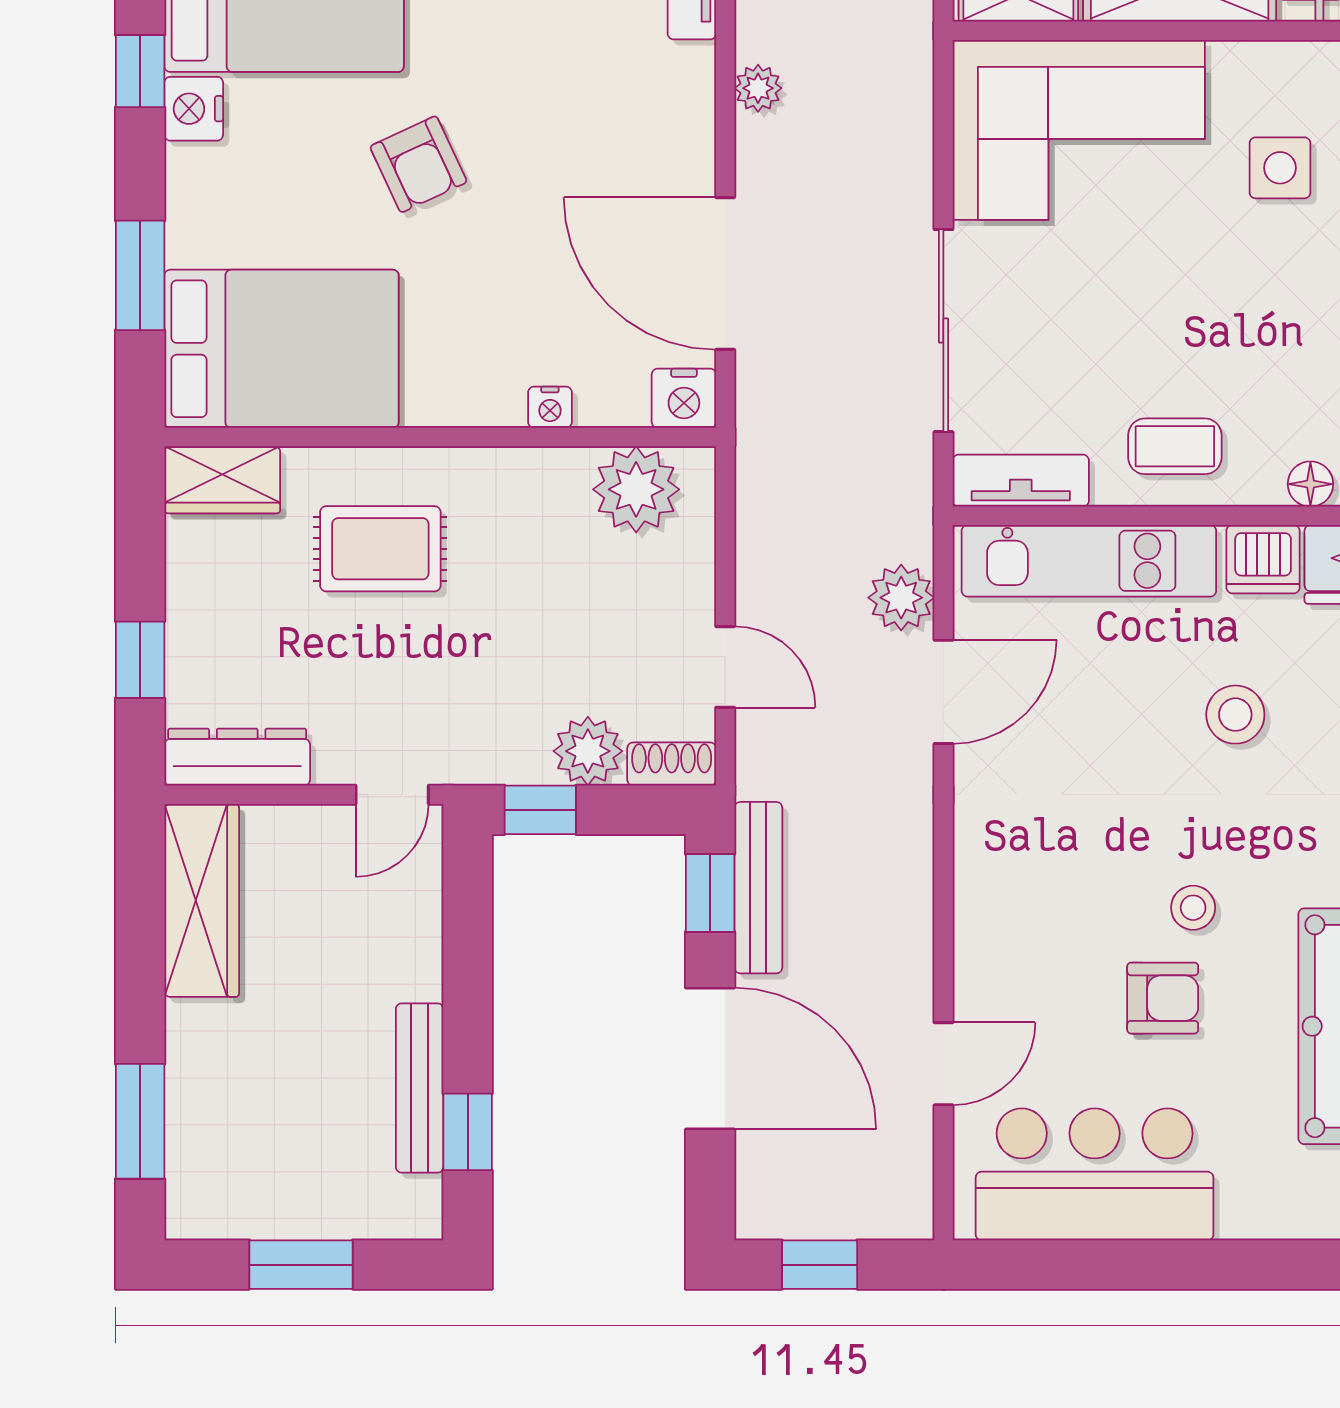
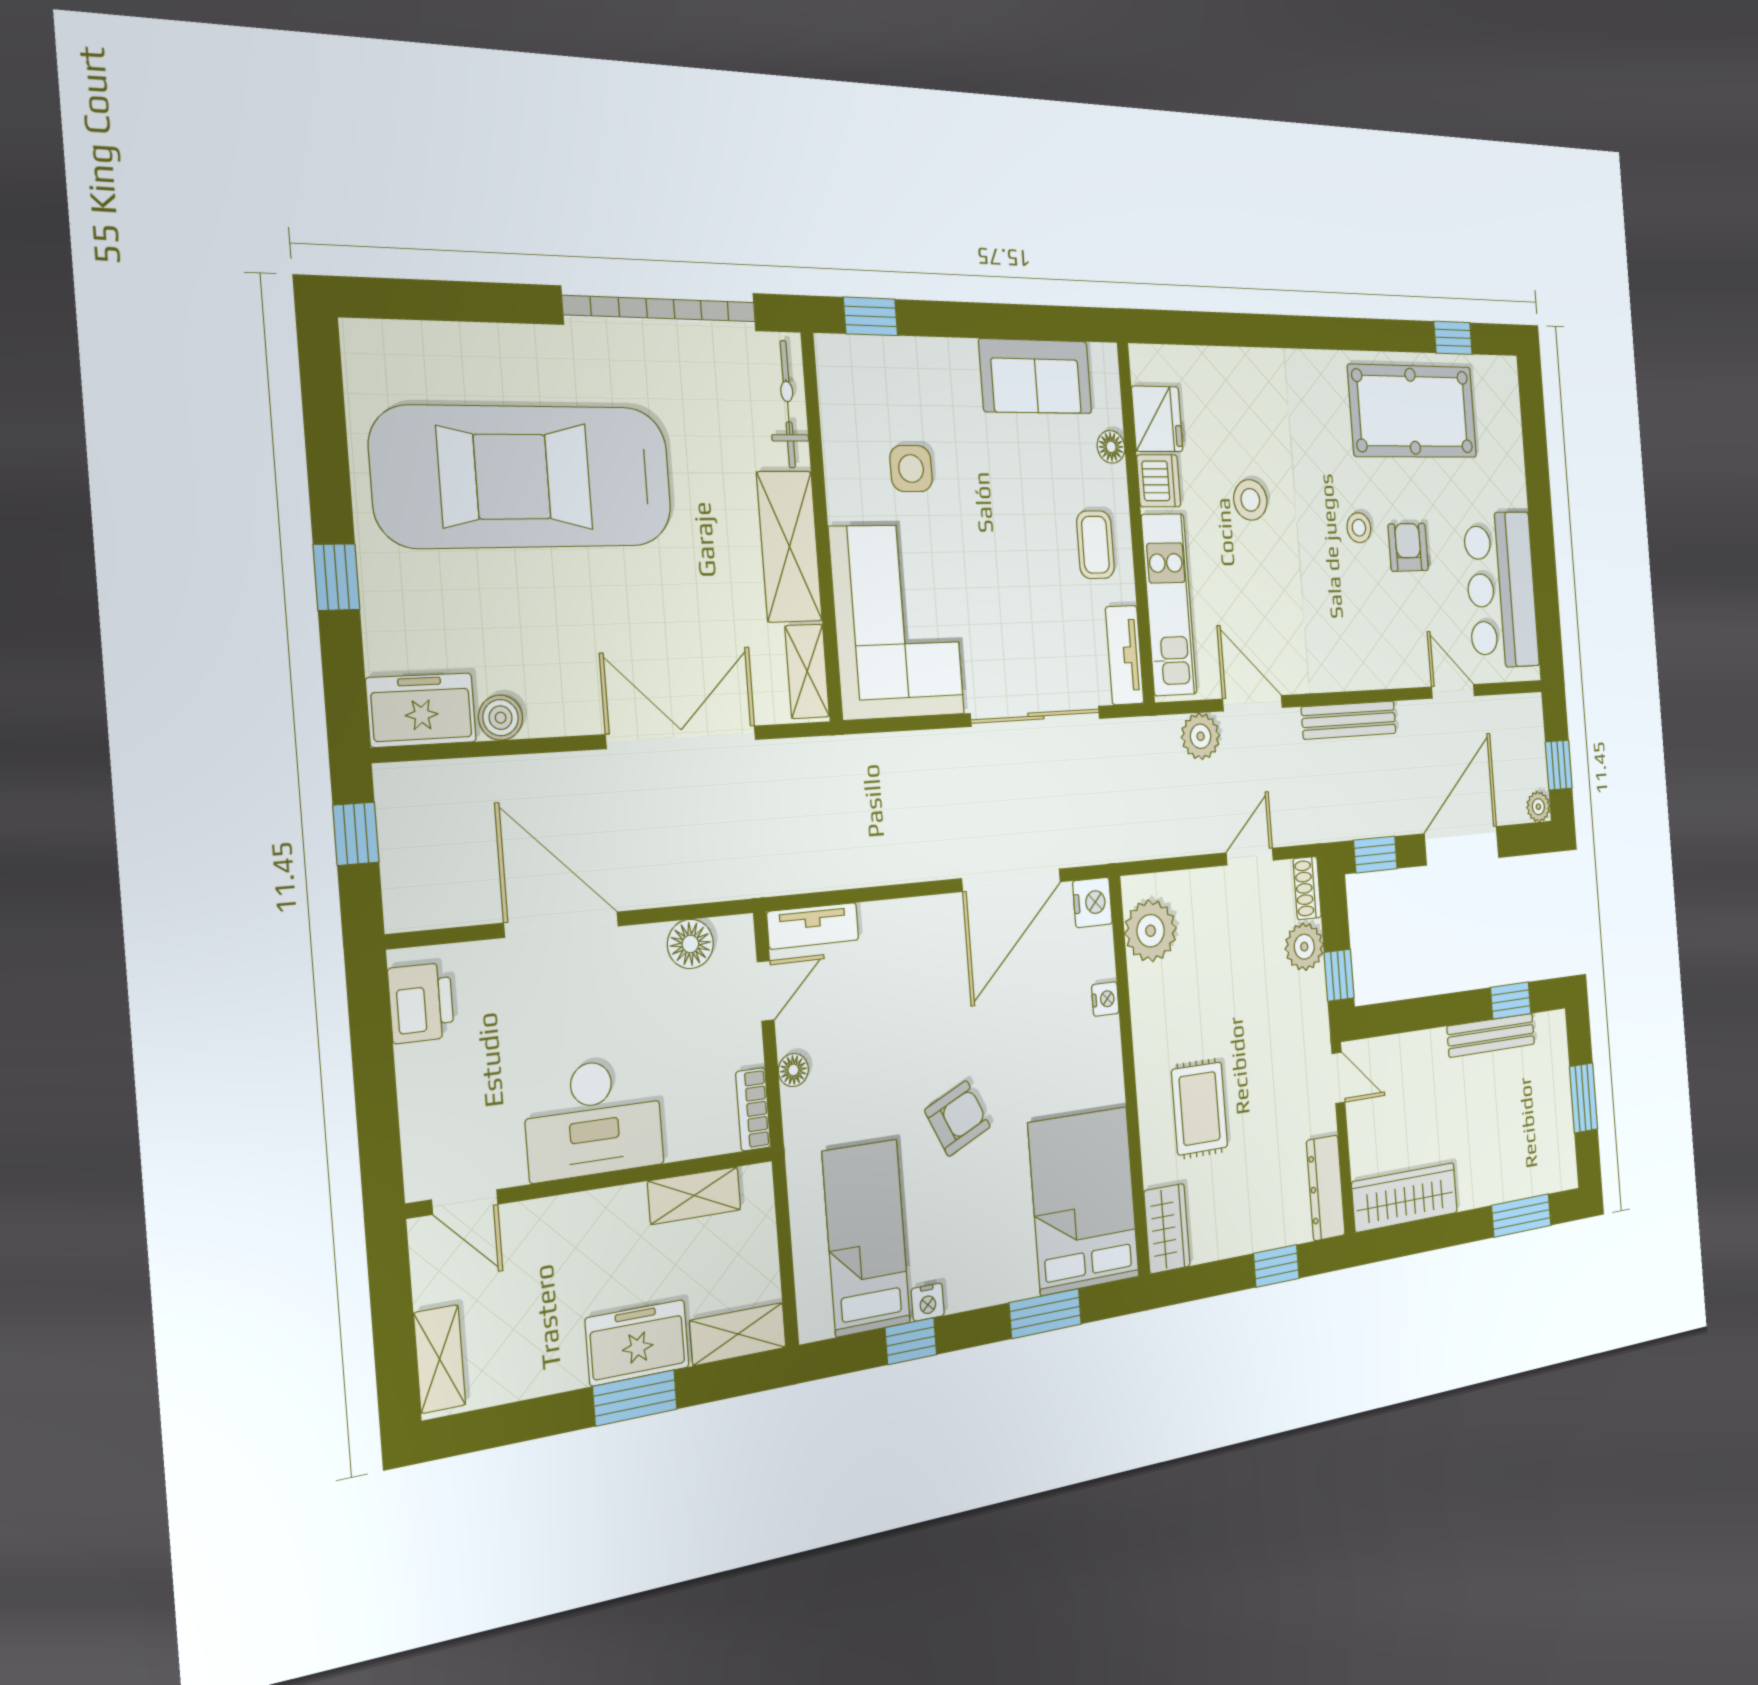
plant: (758, 88) -> (1538, 807), moved
nightstand: (194, 109) -> (928, 1302), width x0.72, depth x0.74
bench: (758, 888) -> (1349, 720), moved

